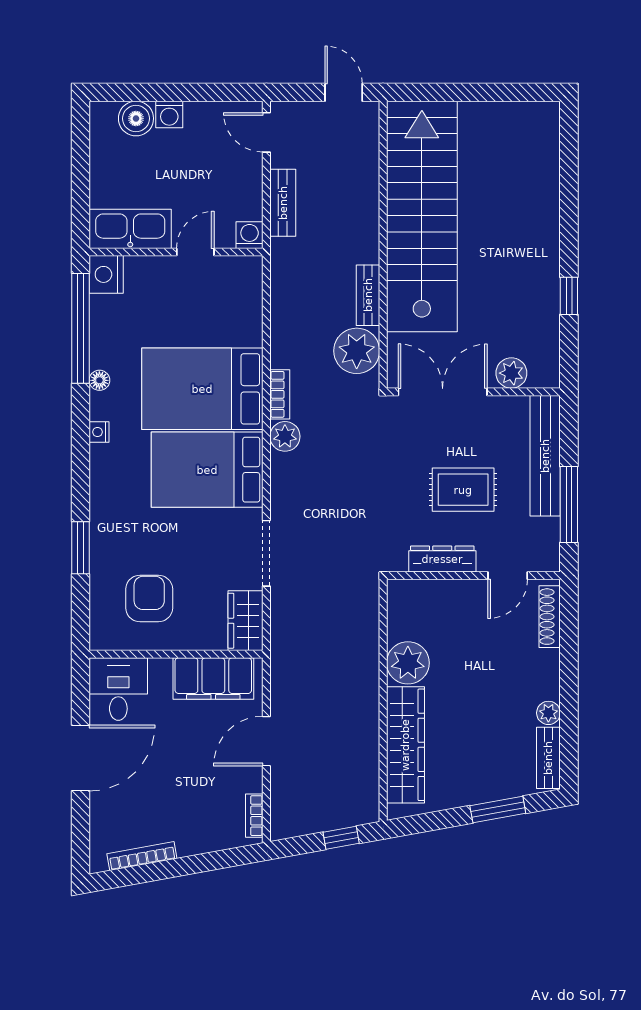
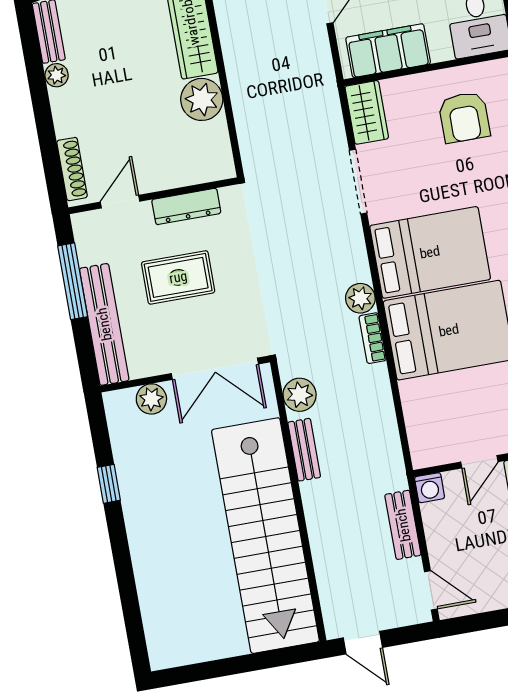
plant: (357, 351) -> (300, 395), width x0.73, depth x0.73

